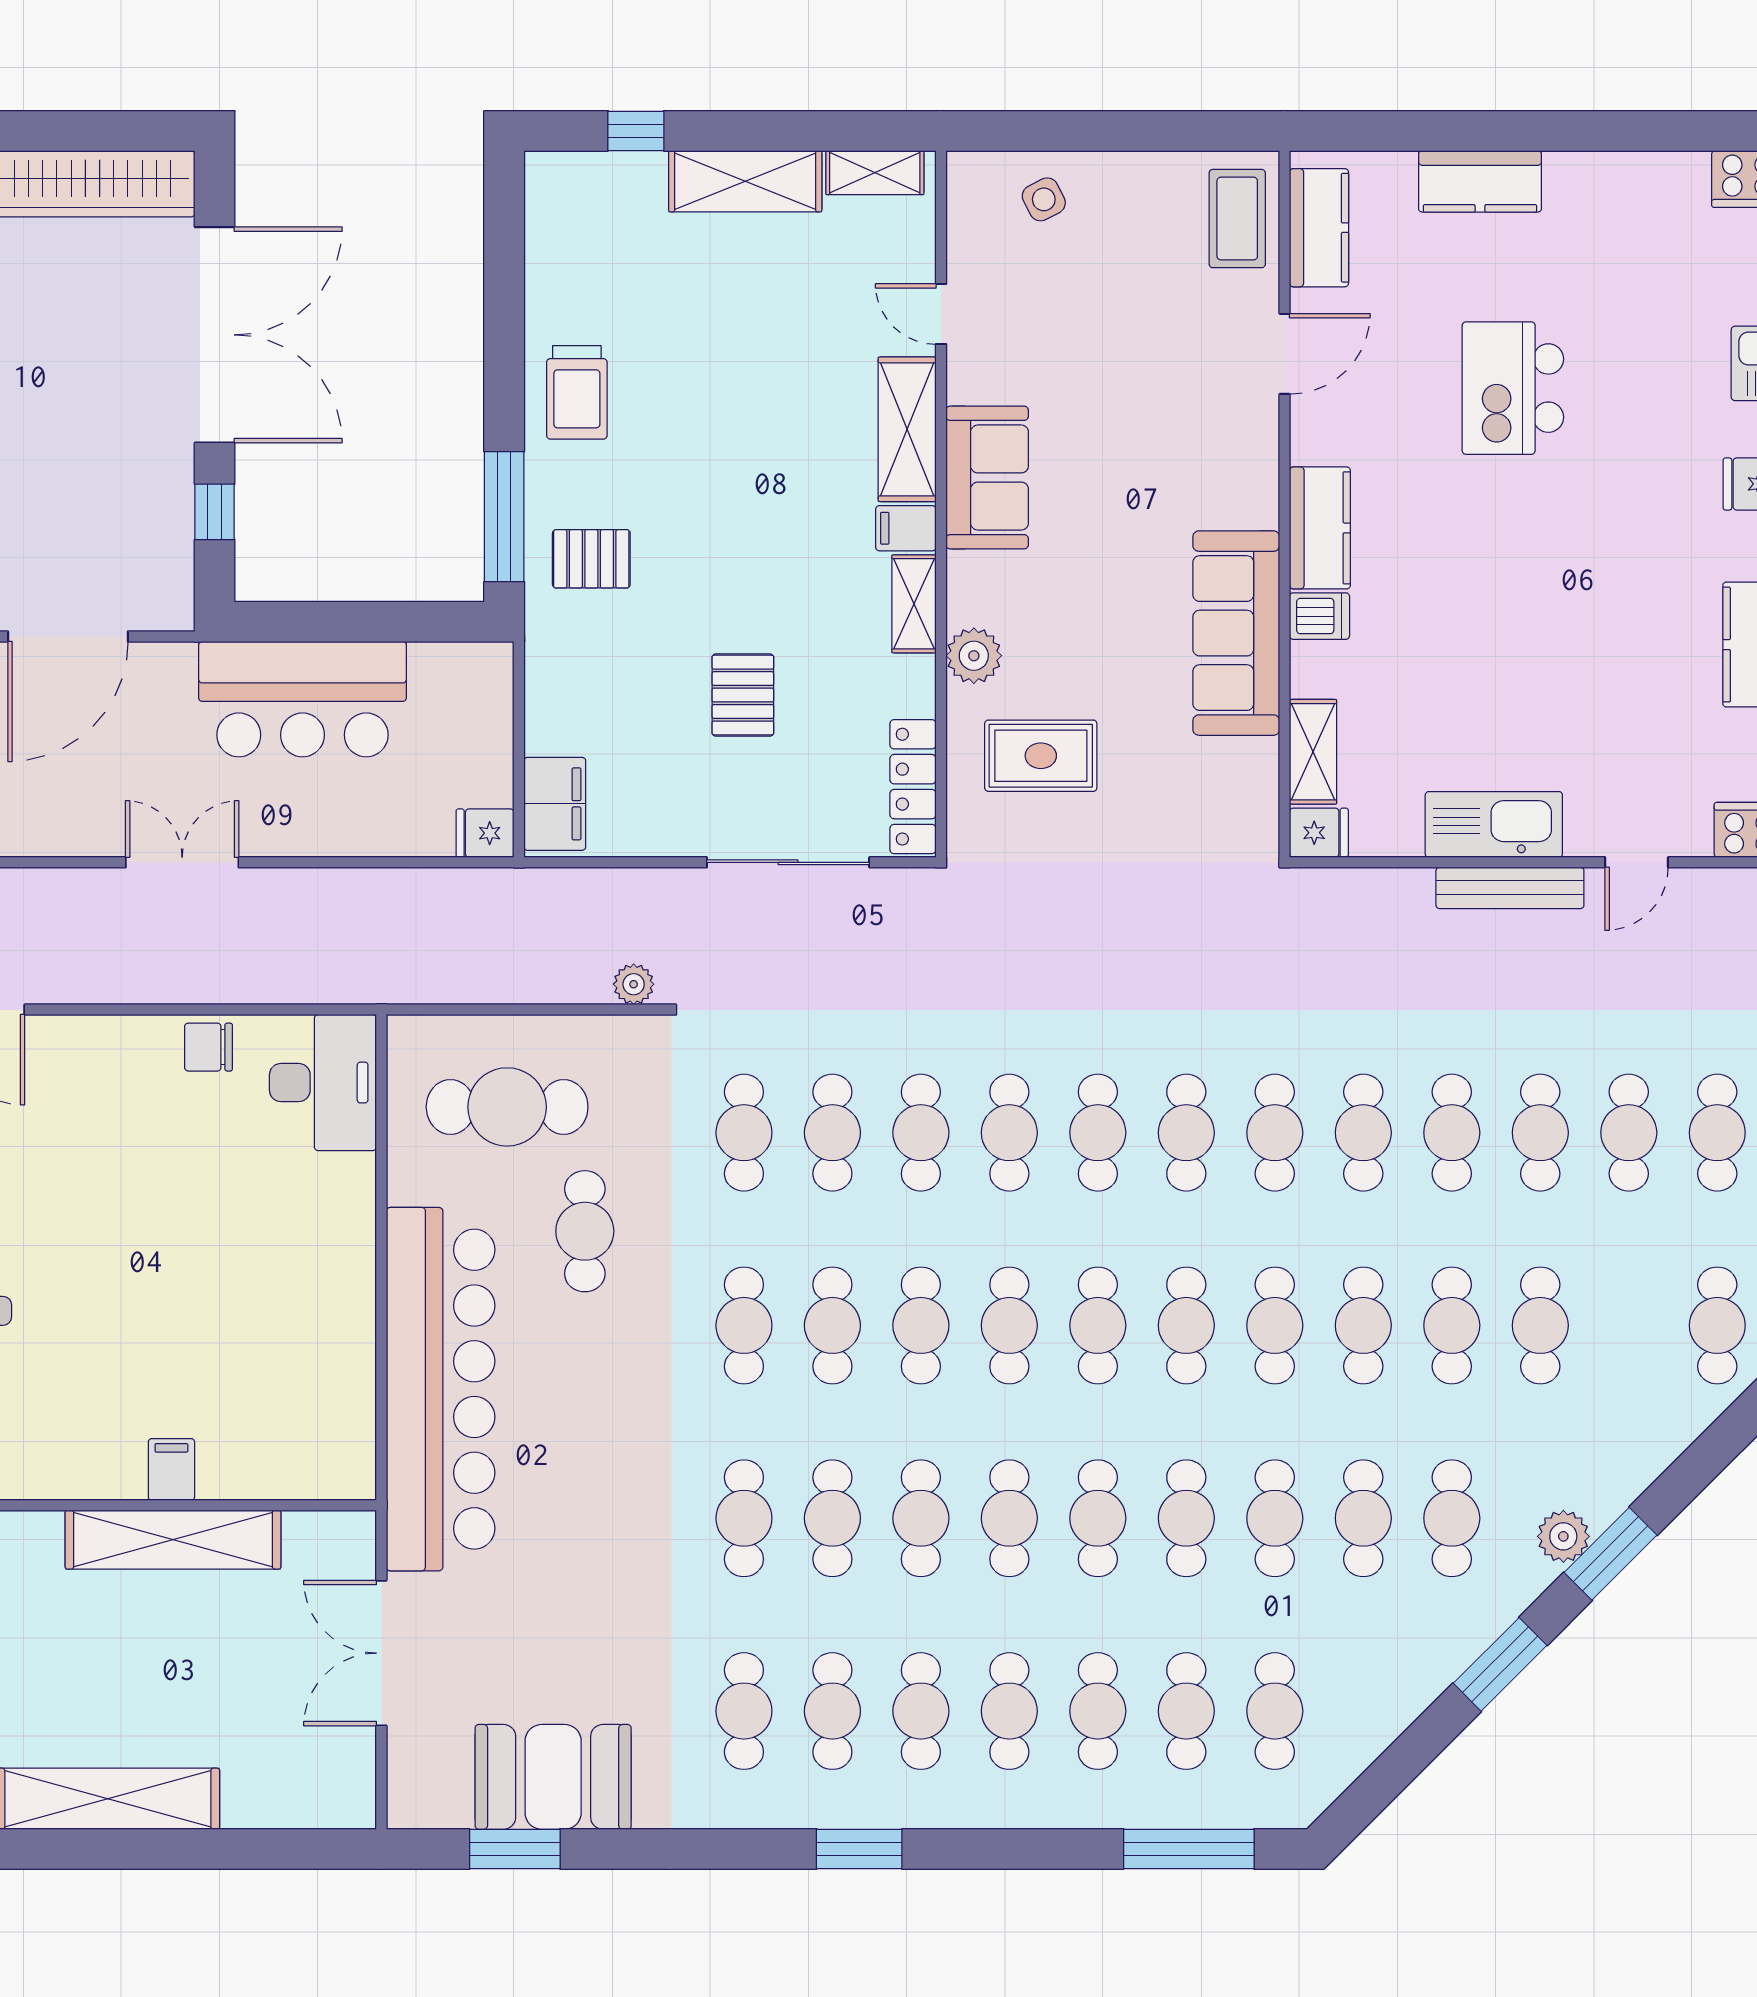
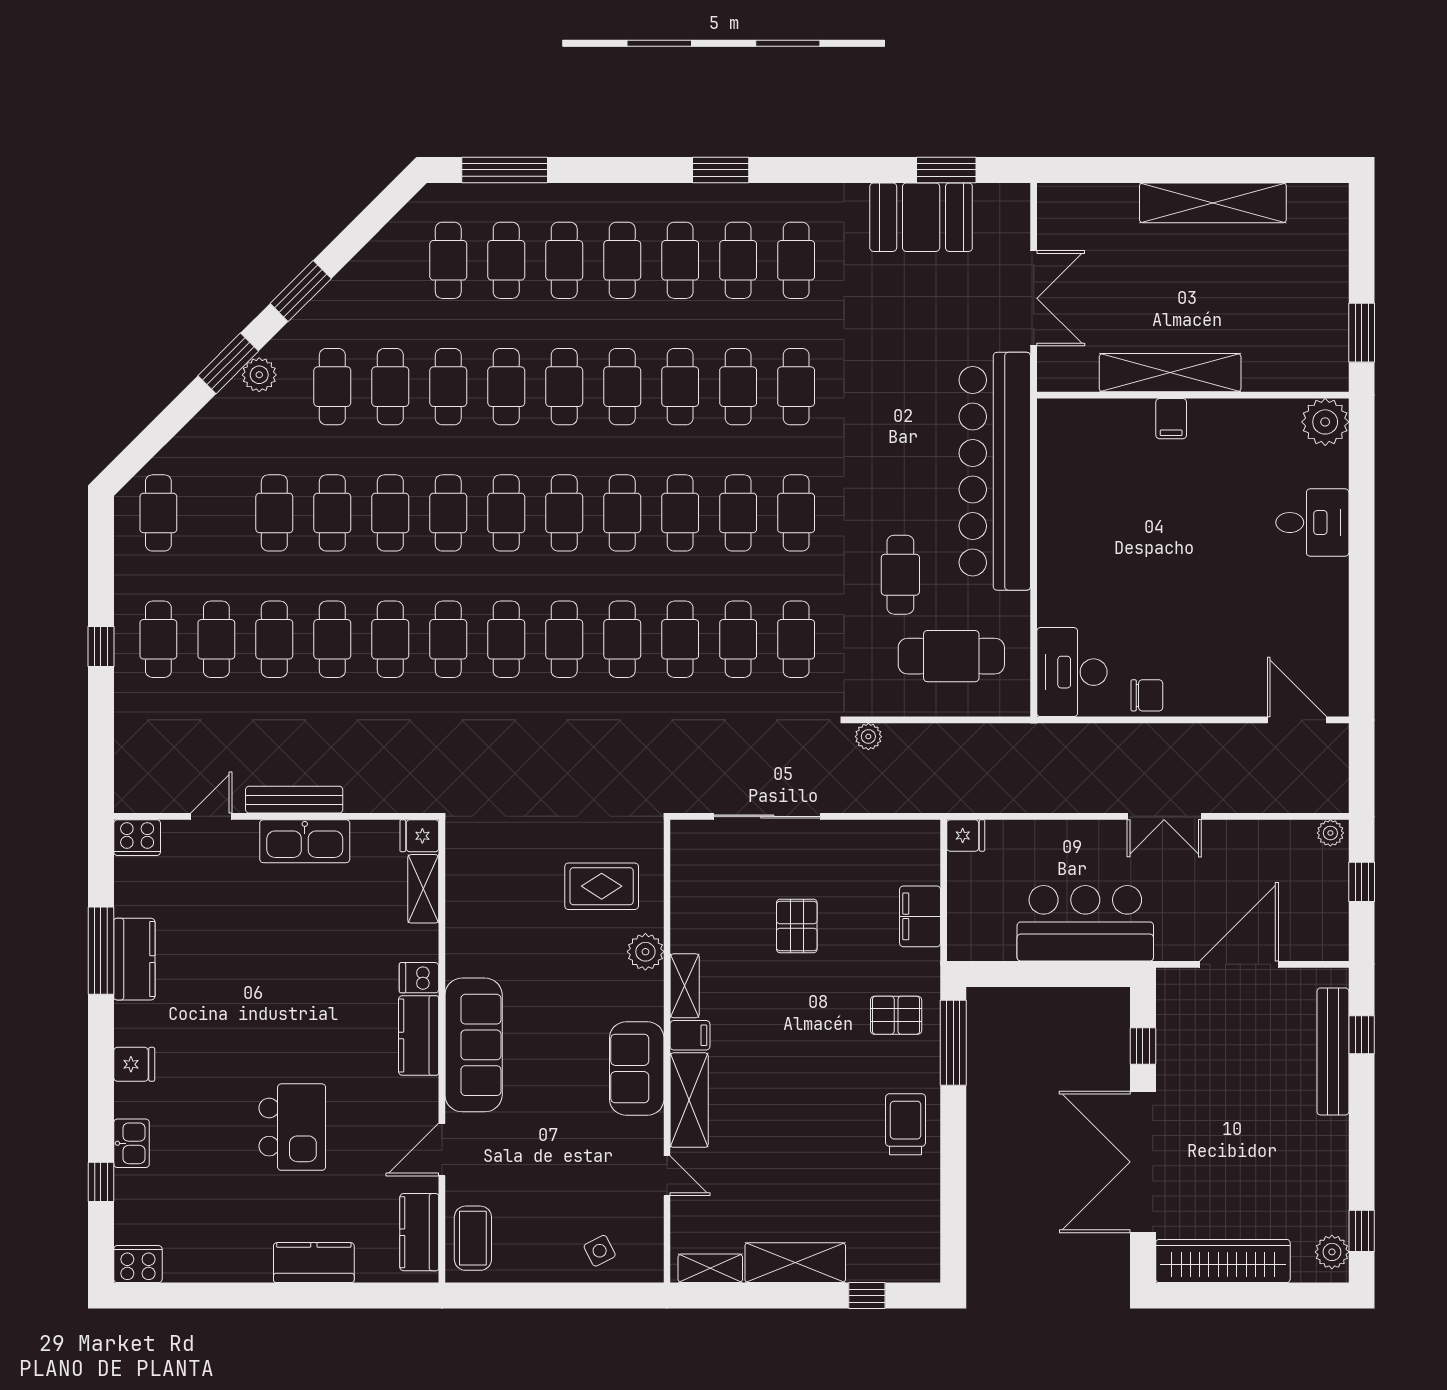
sofa: (1236, 633) -> (474, 1045), moved
locker: (913, 787) -> (685, 866), removed
filing cabinet: (555, 804) -> (920, 916), moved

